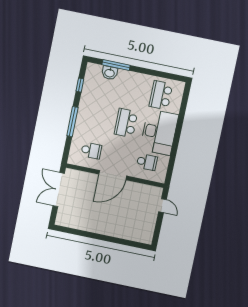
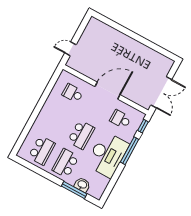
window: (80, 85) -> (143, 126), moved
school desk: (133, 89) -> (66, 163), added
desk: (159, 132) -> (107, 155), moved, turned 180
door: (162, 206) -> (70, 49), hinge flipped

